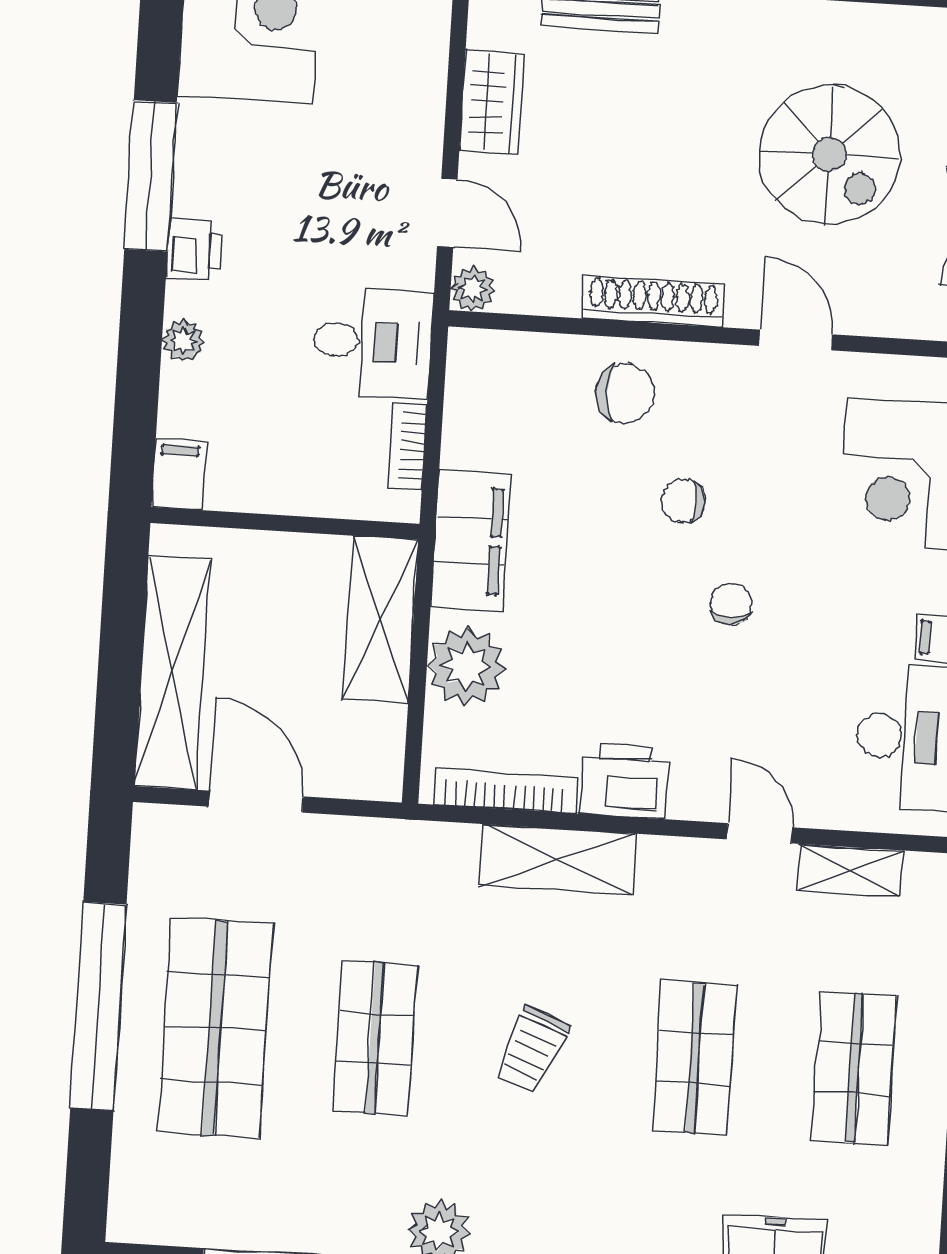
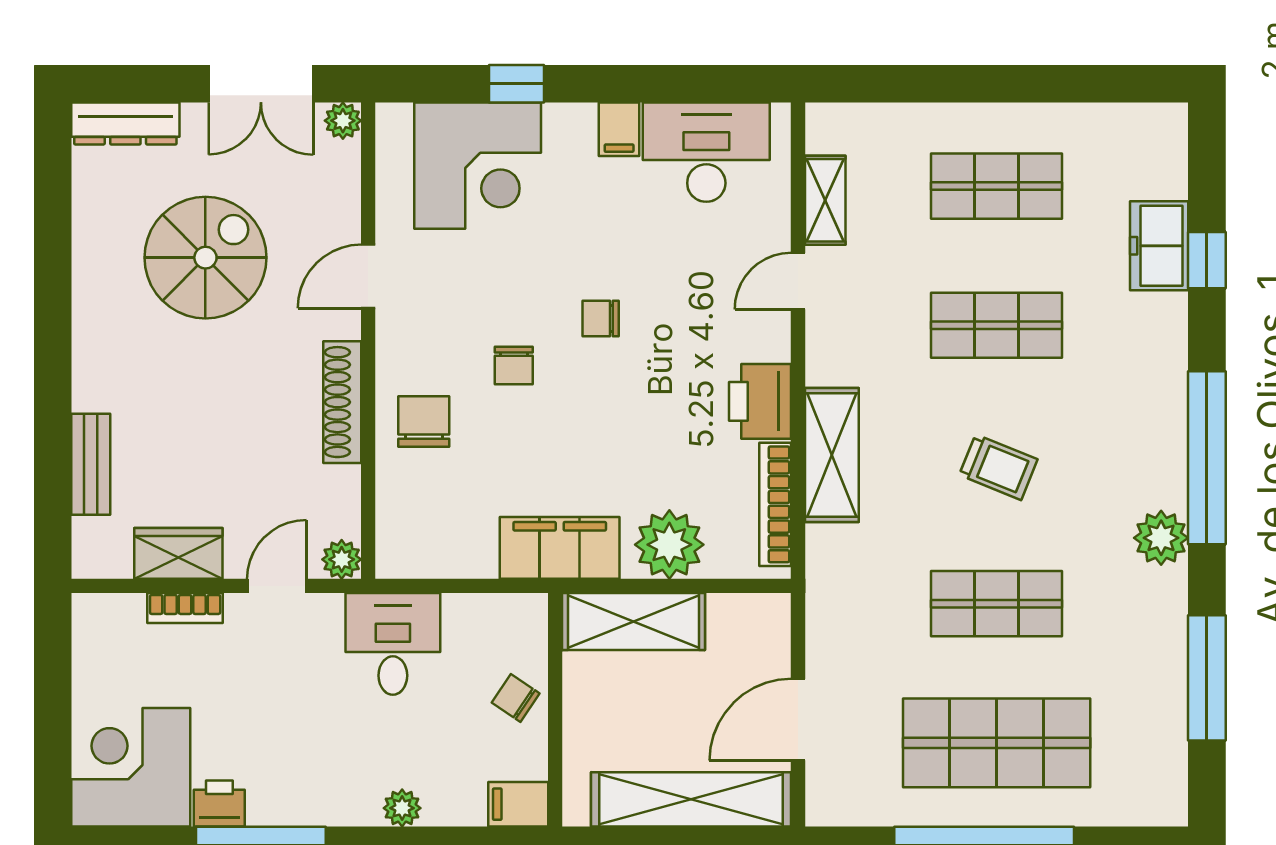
printer: (194, 249) -> (219, 803), moved
bookcase: (407, 446) -> (185, 608), moved
chair: (301, 479) -> (516, 698), added

